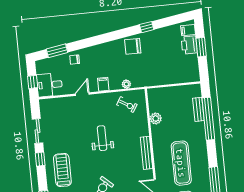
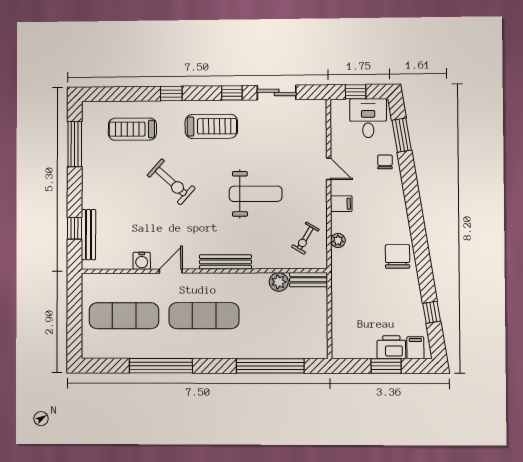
window: (147, 27) -> (432, 312), moved
desk: (50, 85) -> (368, 118), moved
bench: (198, 109) -> (309, 280), moved
weight bench: (102, 138) -> (256, 194), width x1.36, depth x1.33

